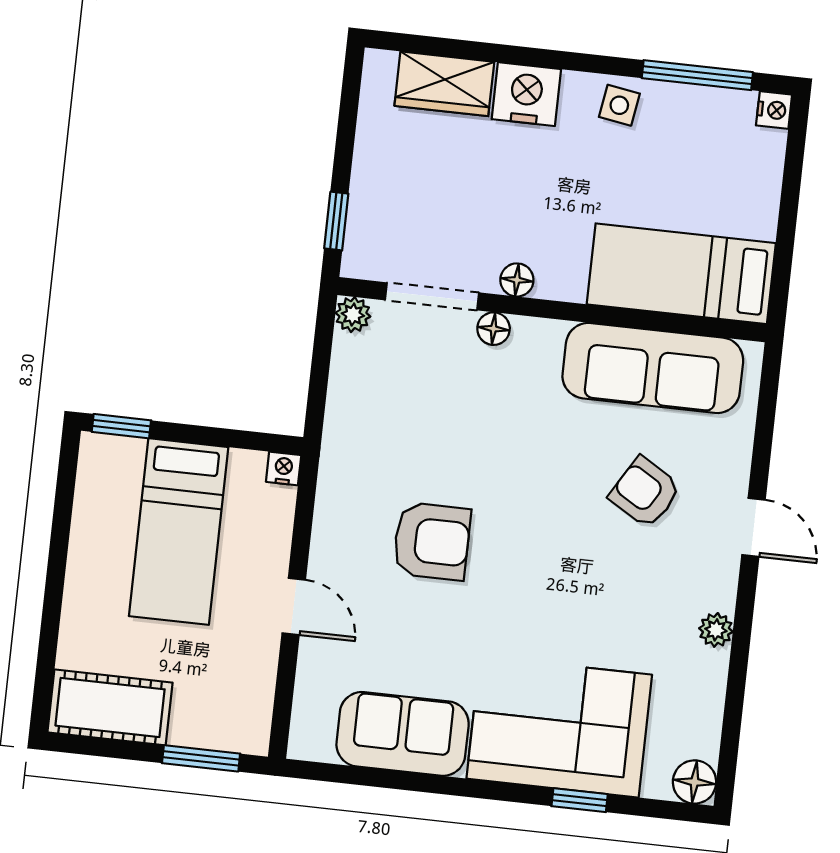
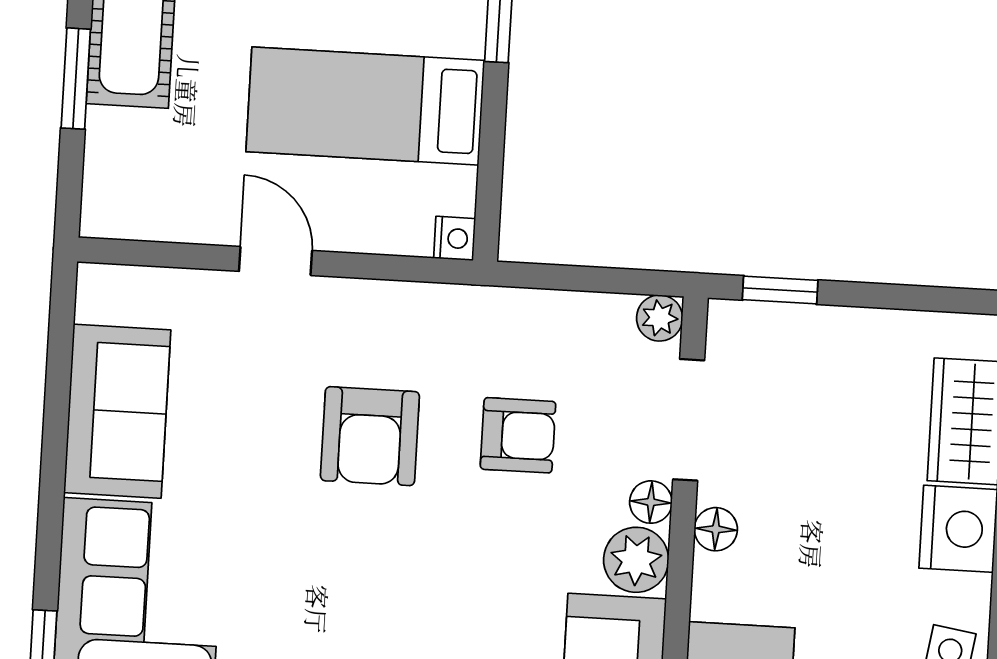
plant: (537, 342) -> (636, 560), added
armchair: (437, 428) -> (518, 435), added
door: (294, 607) -> (275, 261), swing flipped
window: (201, 758) -> (76, 79), moved

